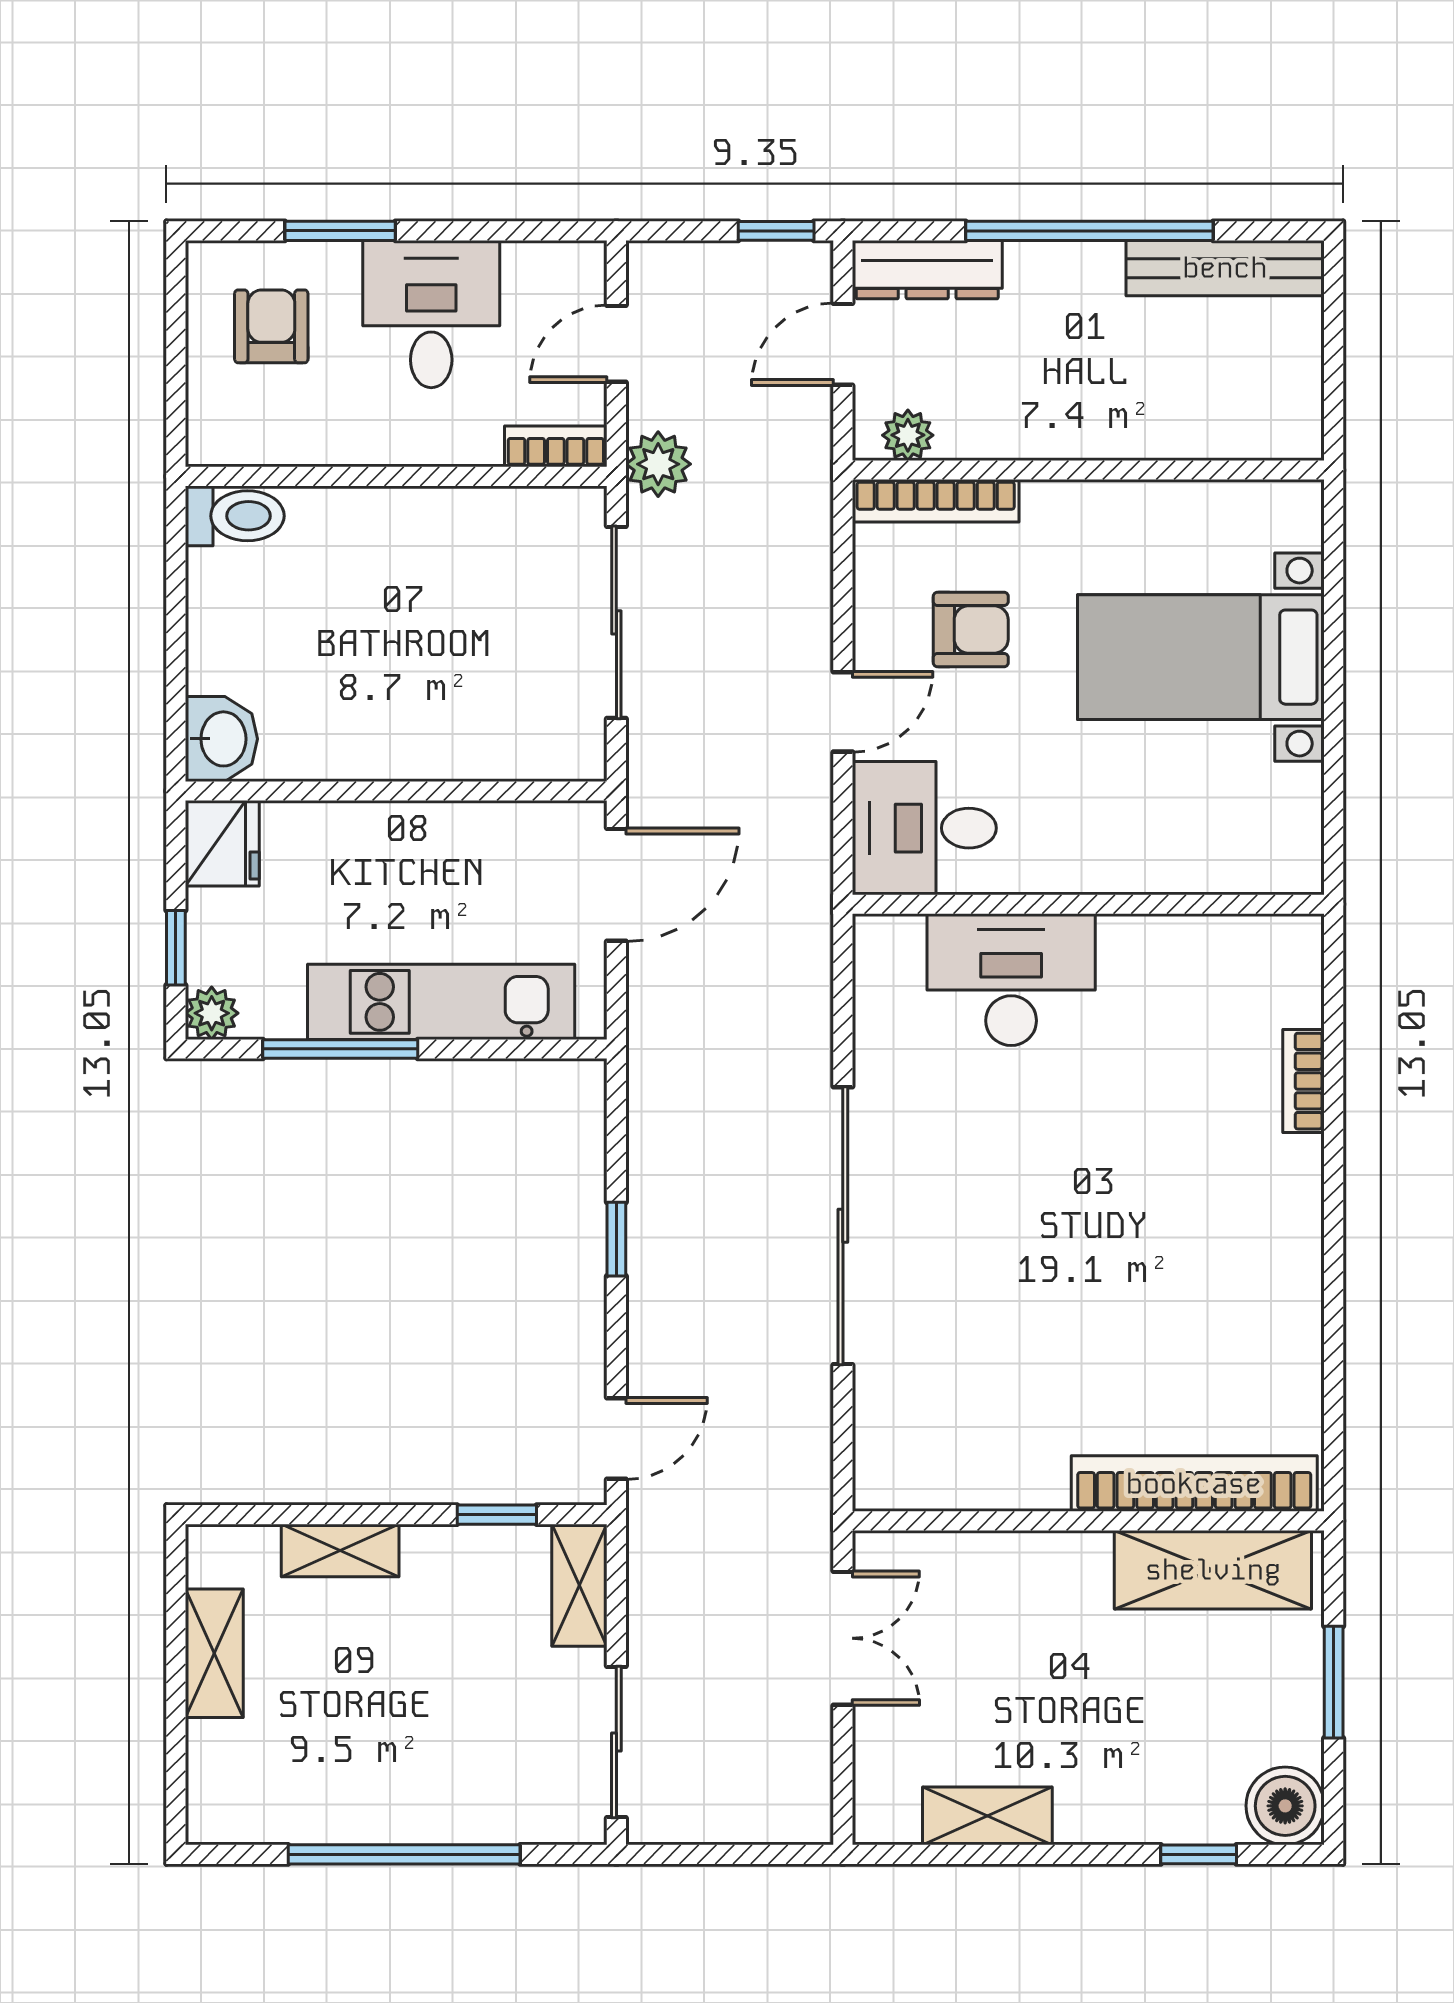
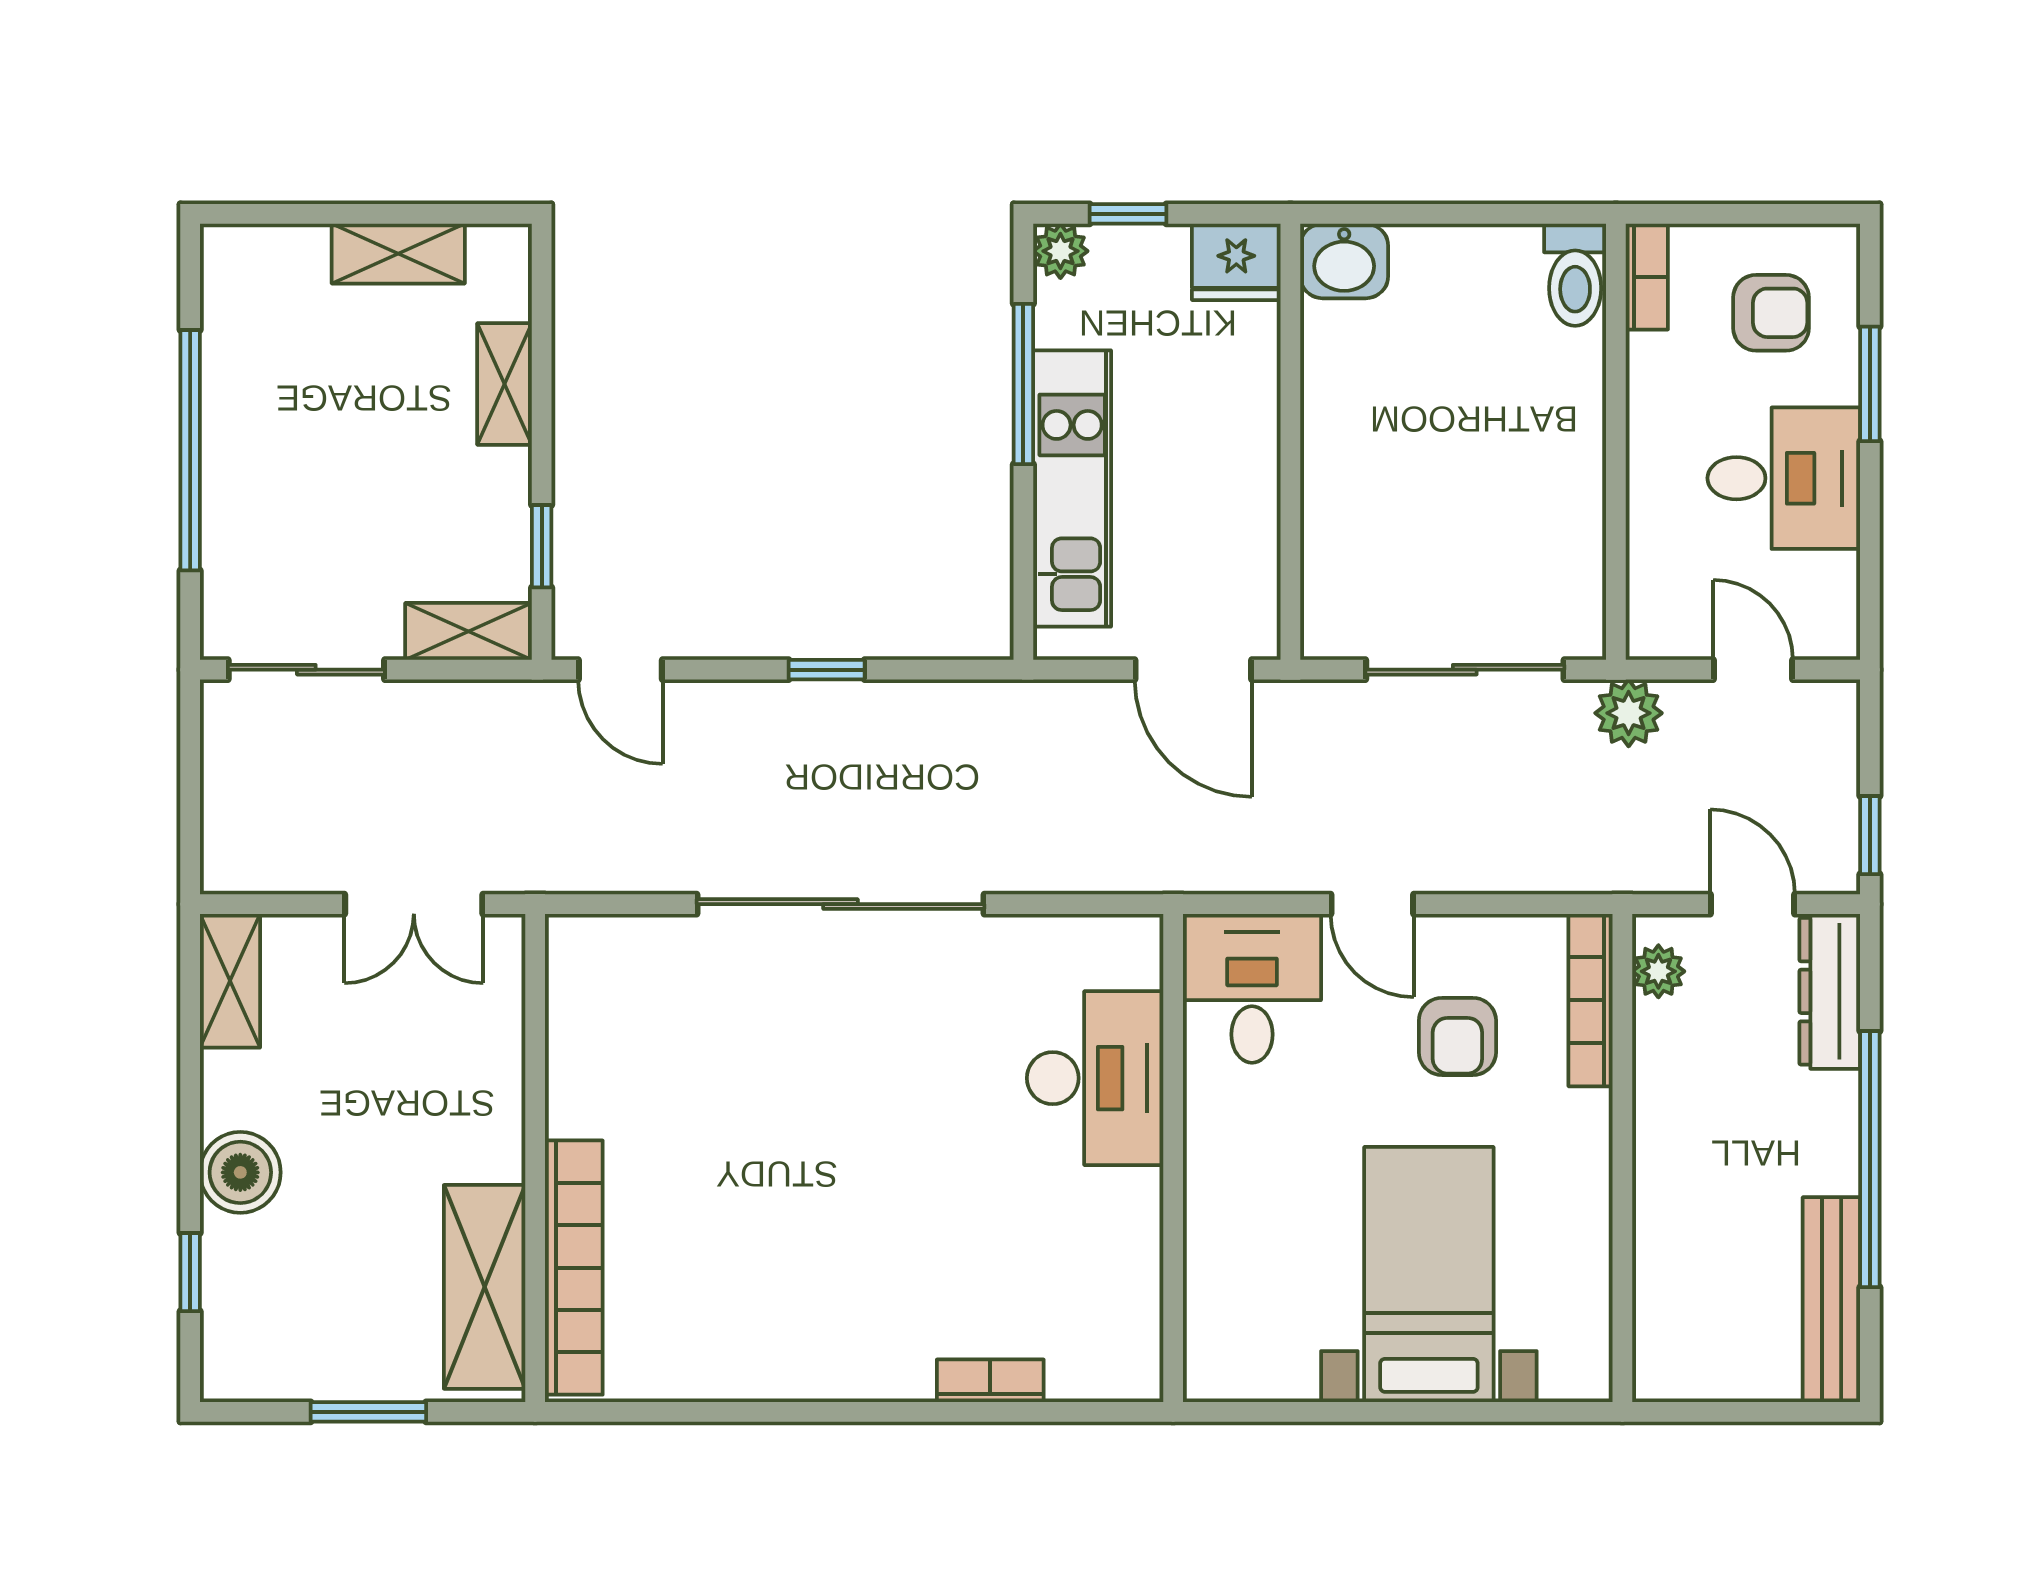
bookcase: (556, 446) -> (1647, 277), moved
boiler: (1285, 1806) -> (240, 1172), moved
shelving: (987, 1816) -> (230, 981), moved

